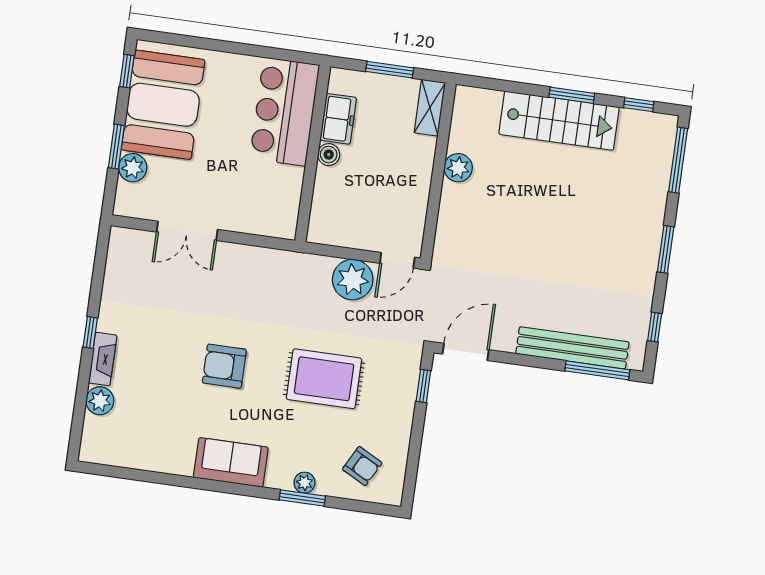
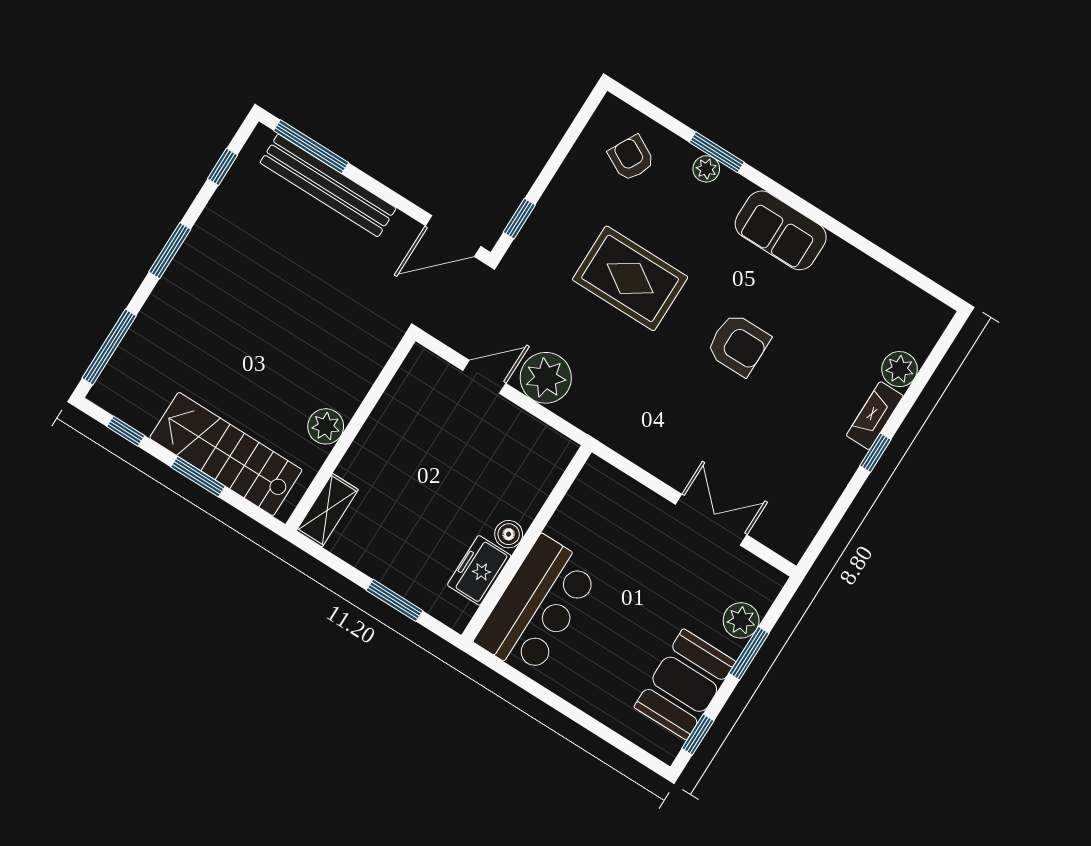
booth: (163, 105) -> (685, 684), width x0.73, depth x0.70
shelving: (430, 108) -> (327, 510), moved
plant: (458, 168) -> (326, 426), moved
wall: (438, 171) -> (350, 433), moved

